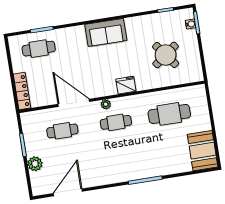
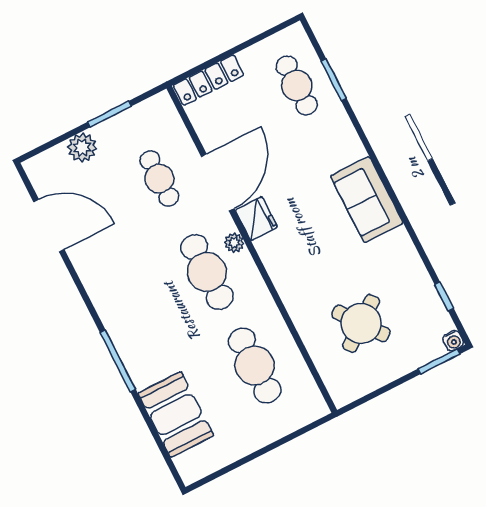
water cooler: (191, 24) -> (453, 341), moved
fridge: (126, 85) -> (256, 219), moved
cafe table: (116, 122) -> (207, 272), width x1.37, depth x1.35
booth: (203, 151) -> (176, 414), moved, turned 90

